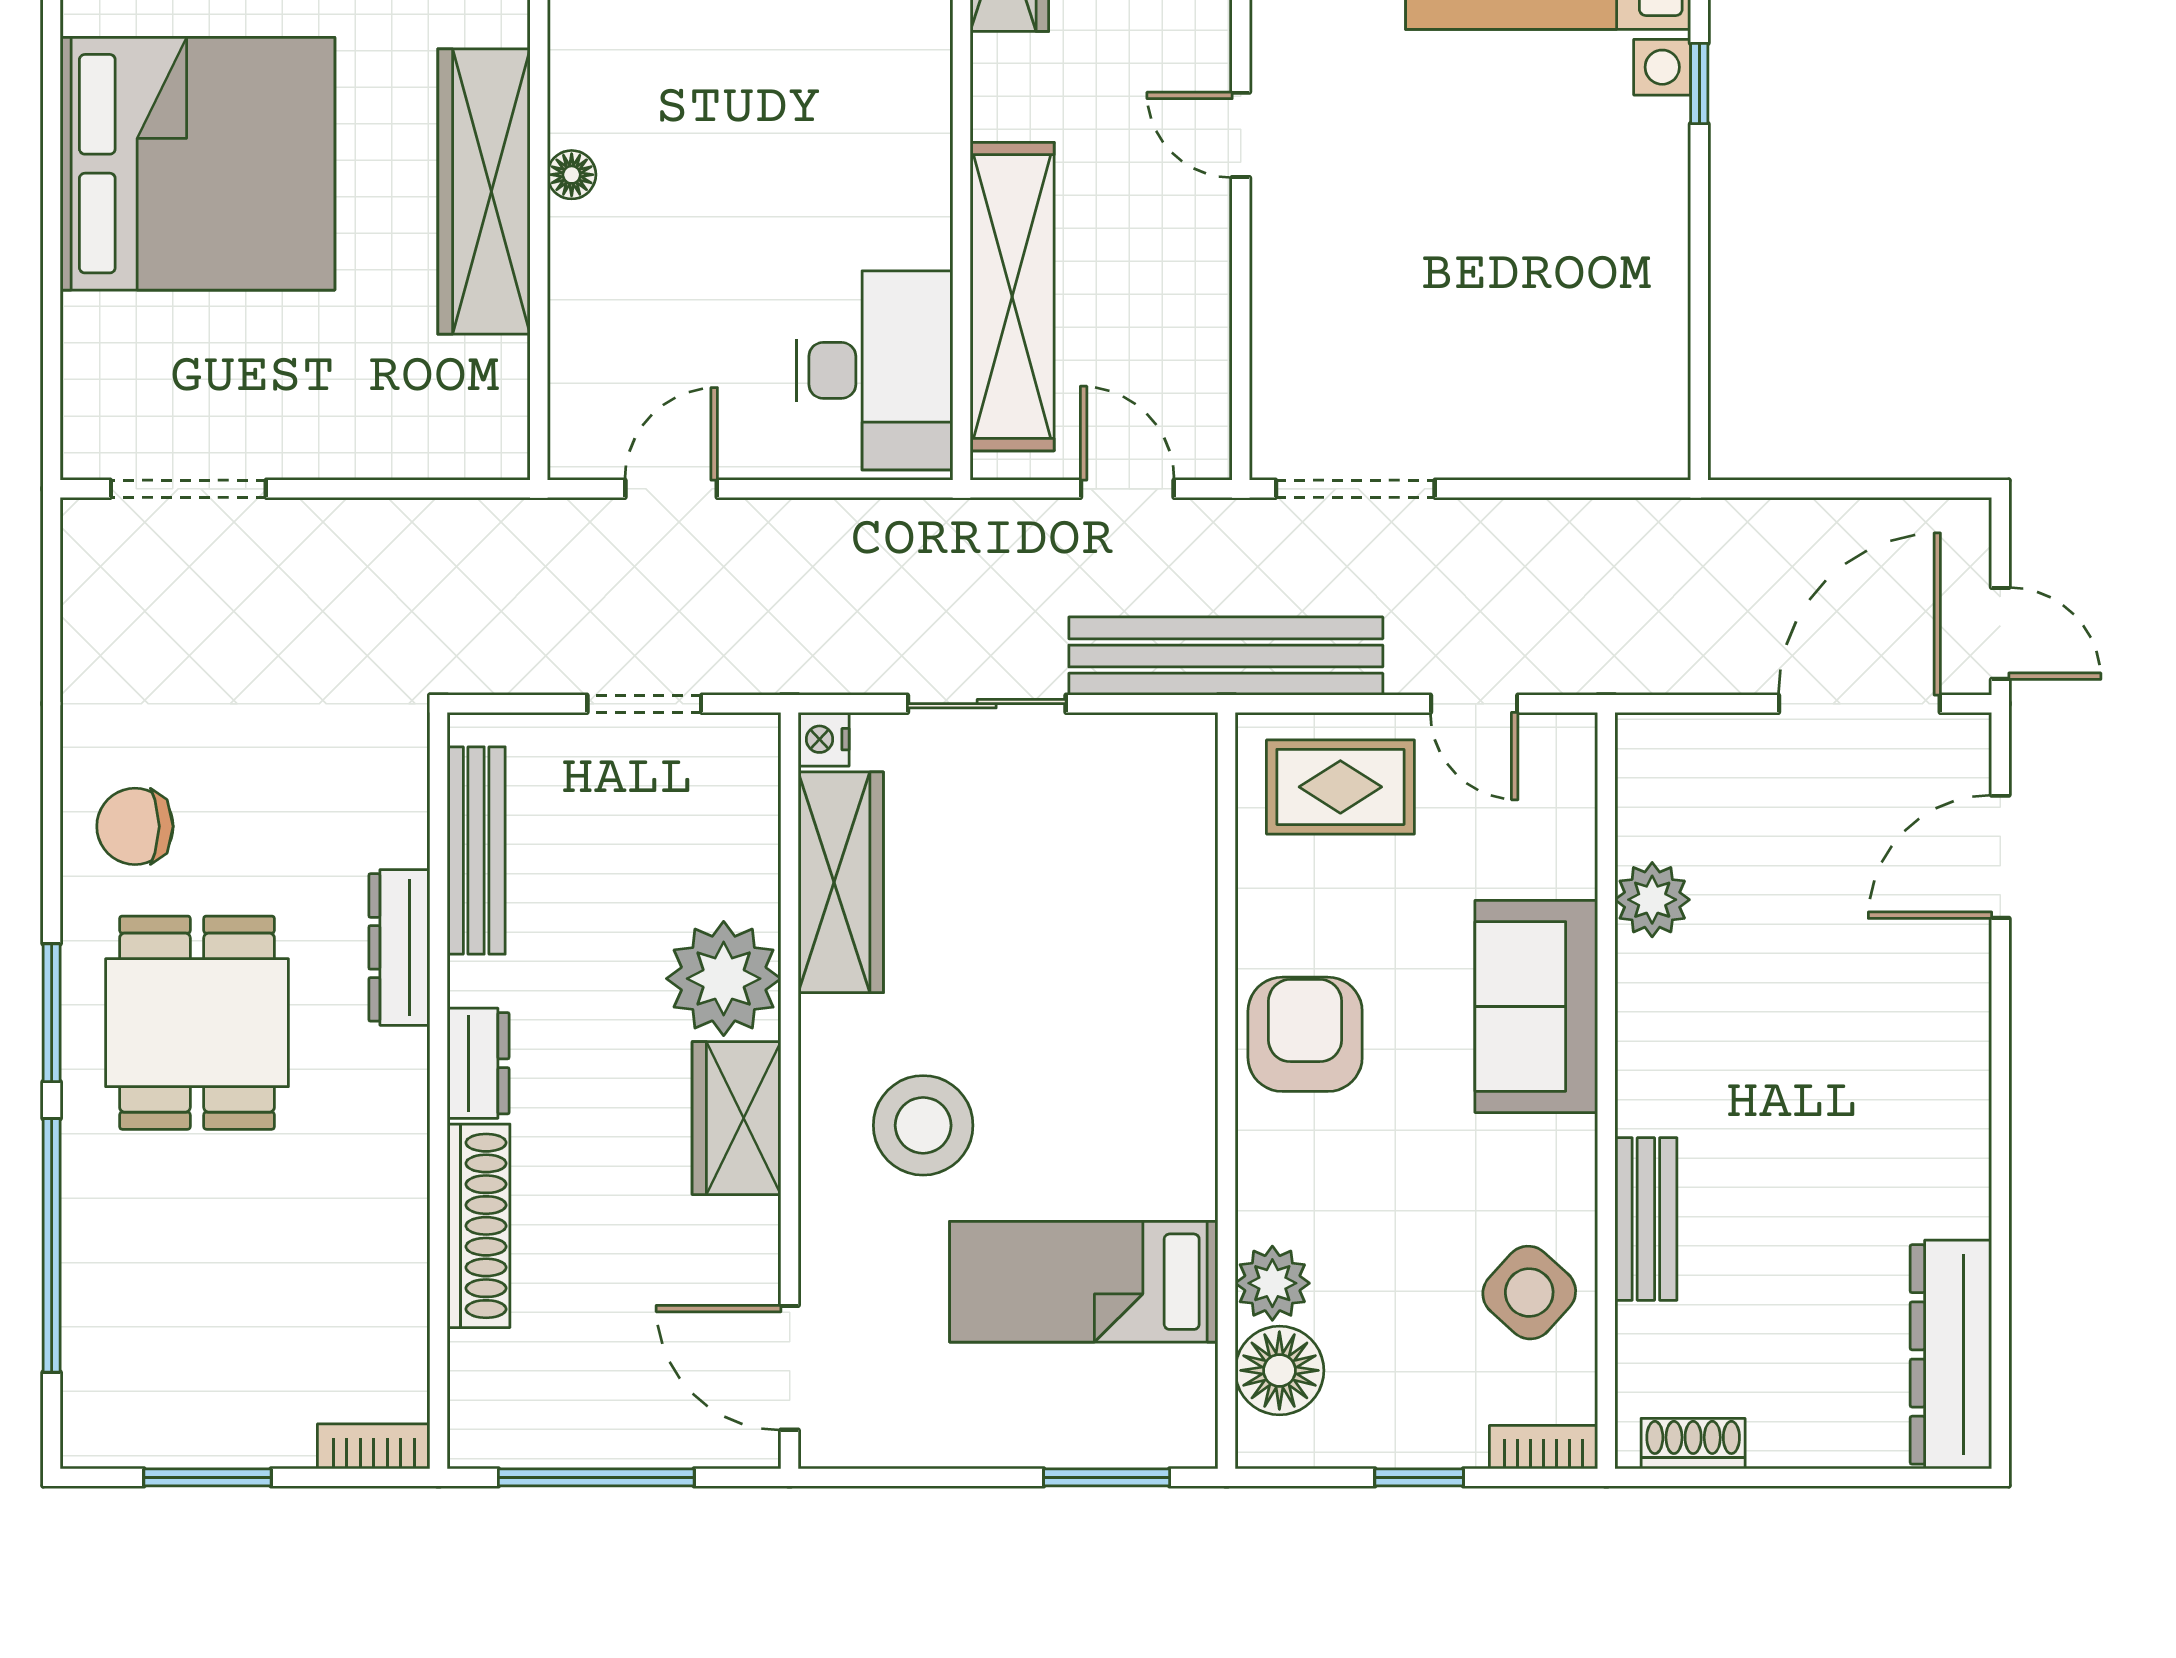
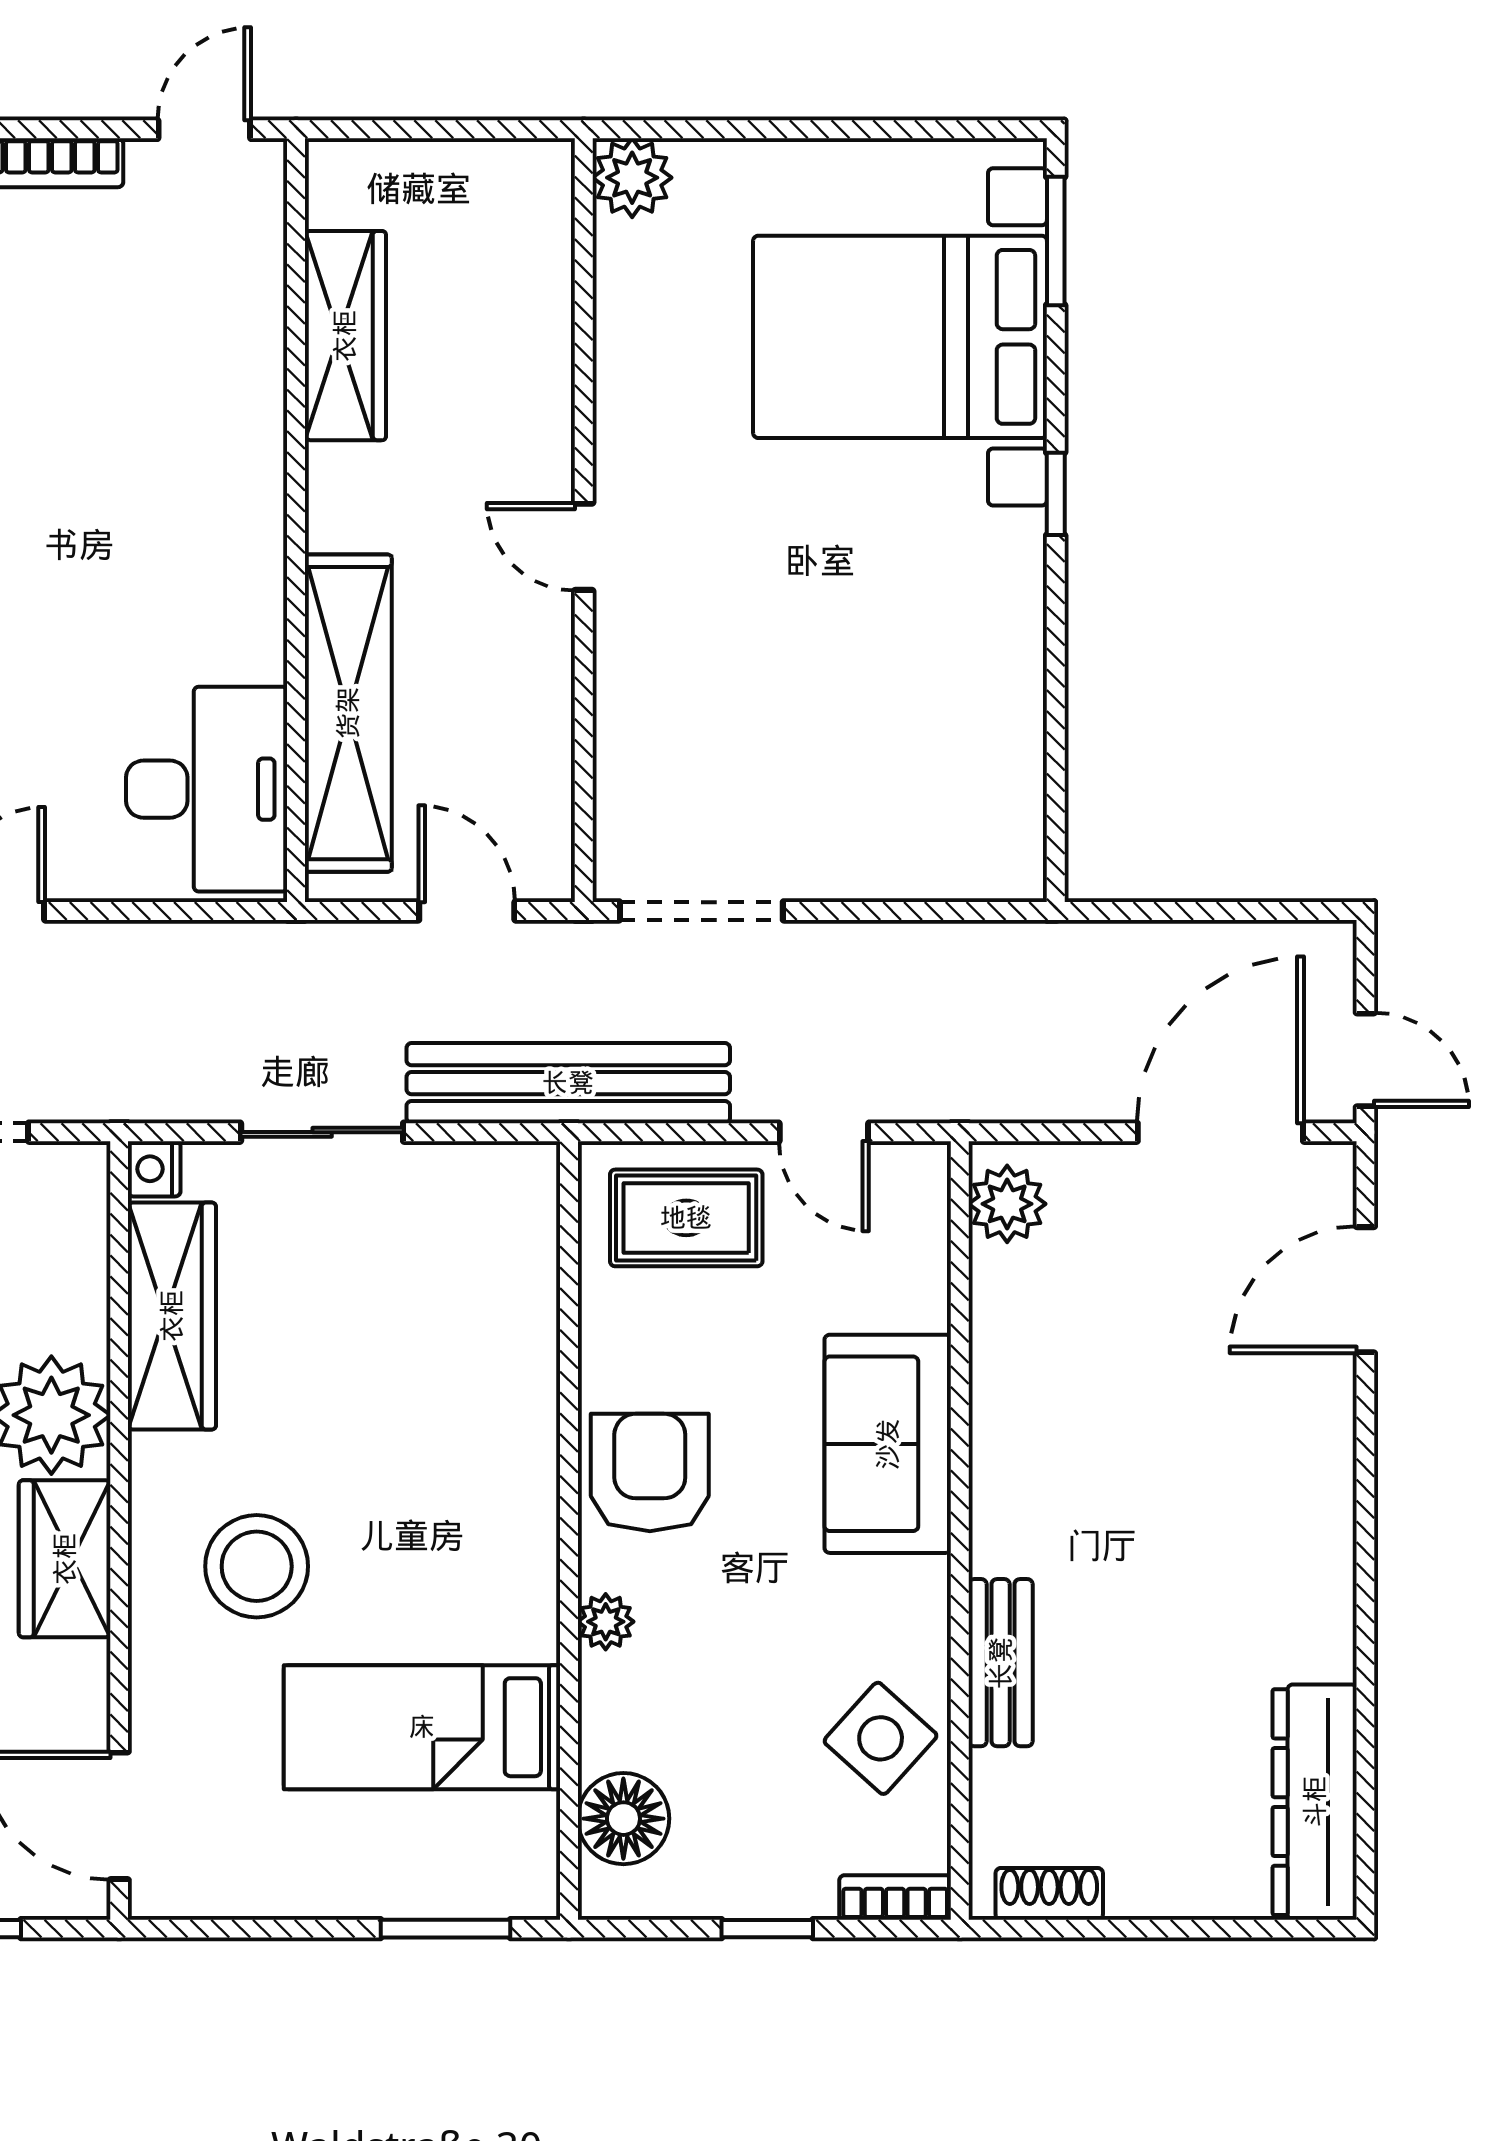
plant: (1652, 900) -> (1007, 1204), moved
plant: (1272, 1283) -> (606, 1622), moved, width x0.73, depth x0.73

